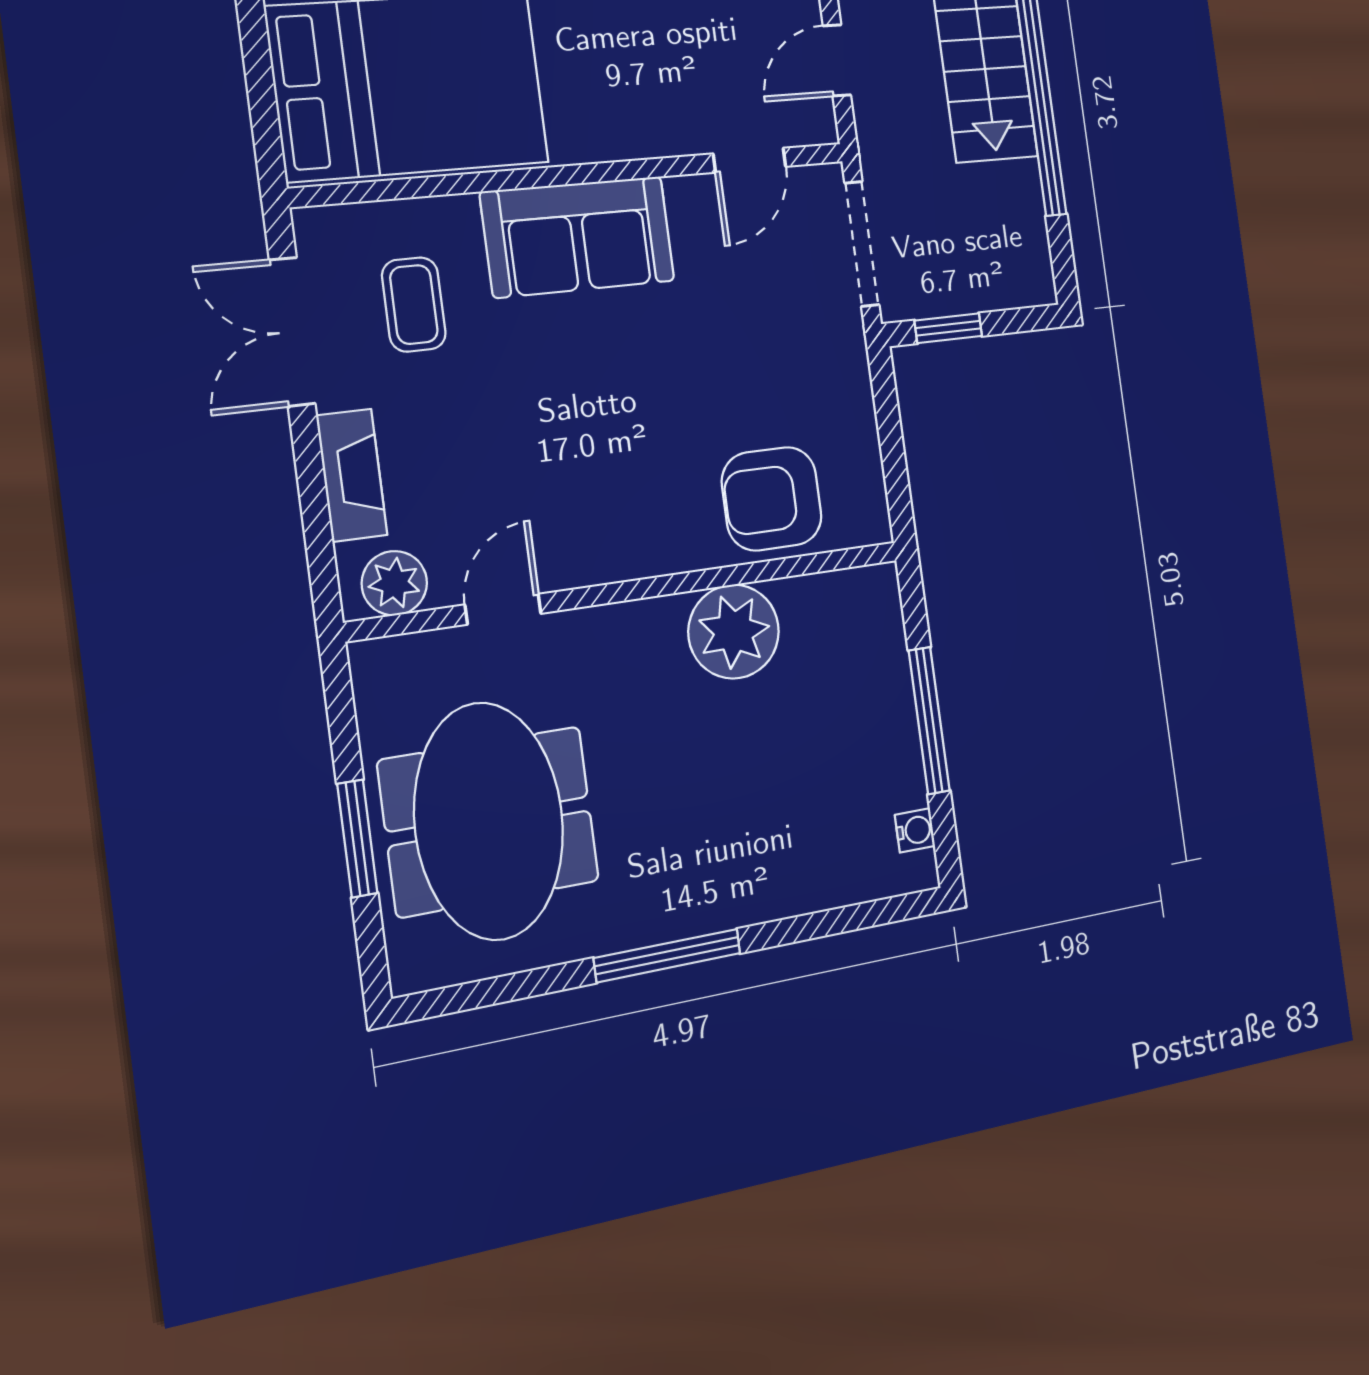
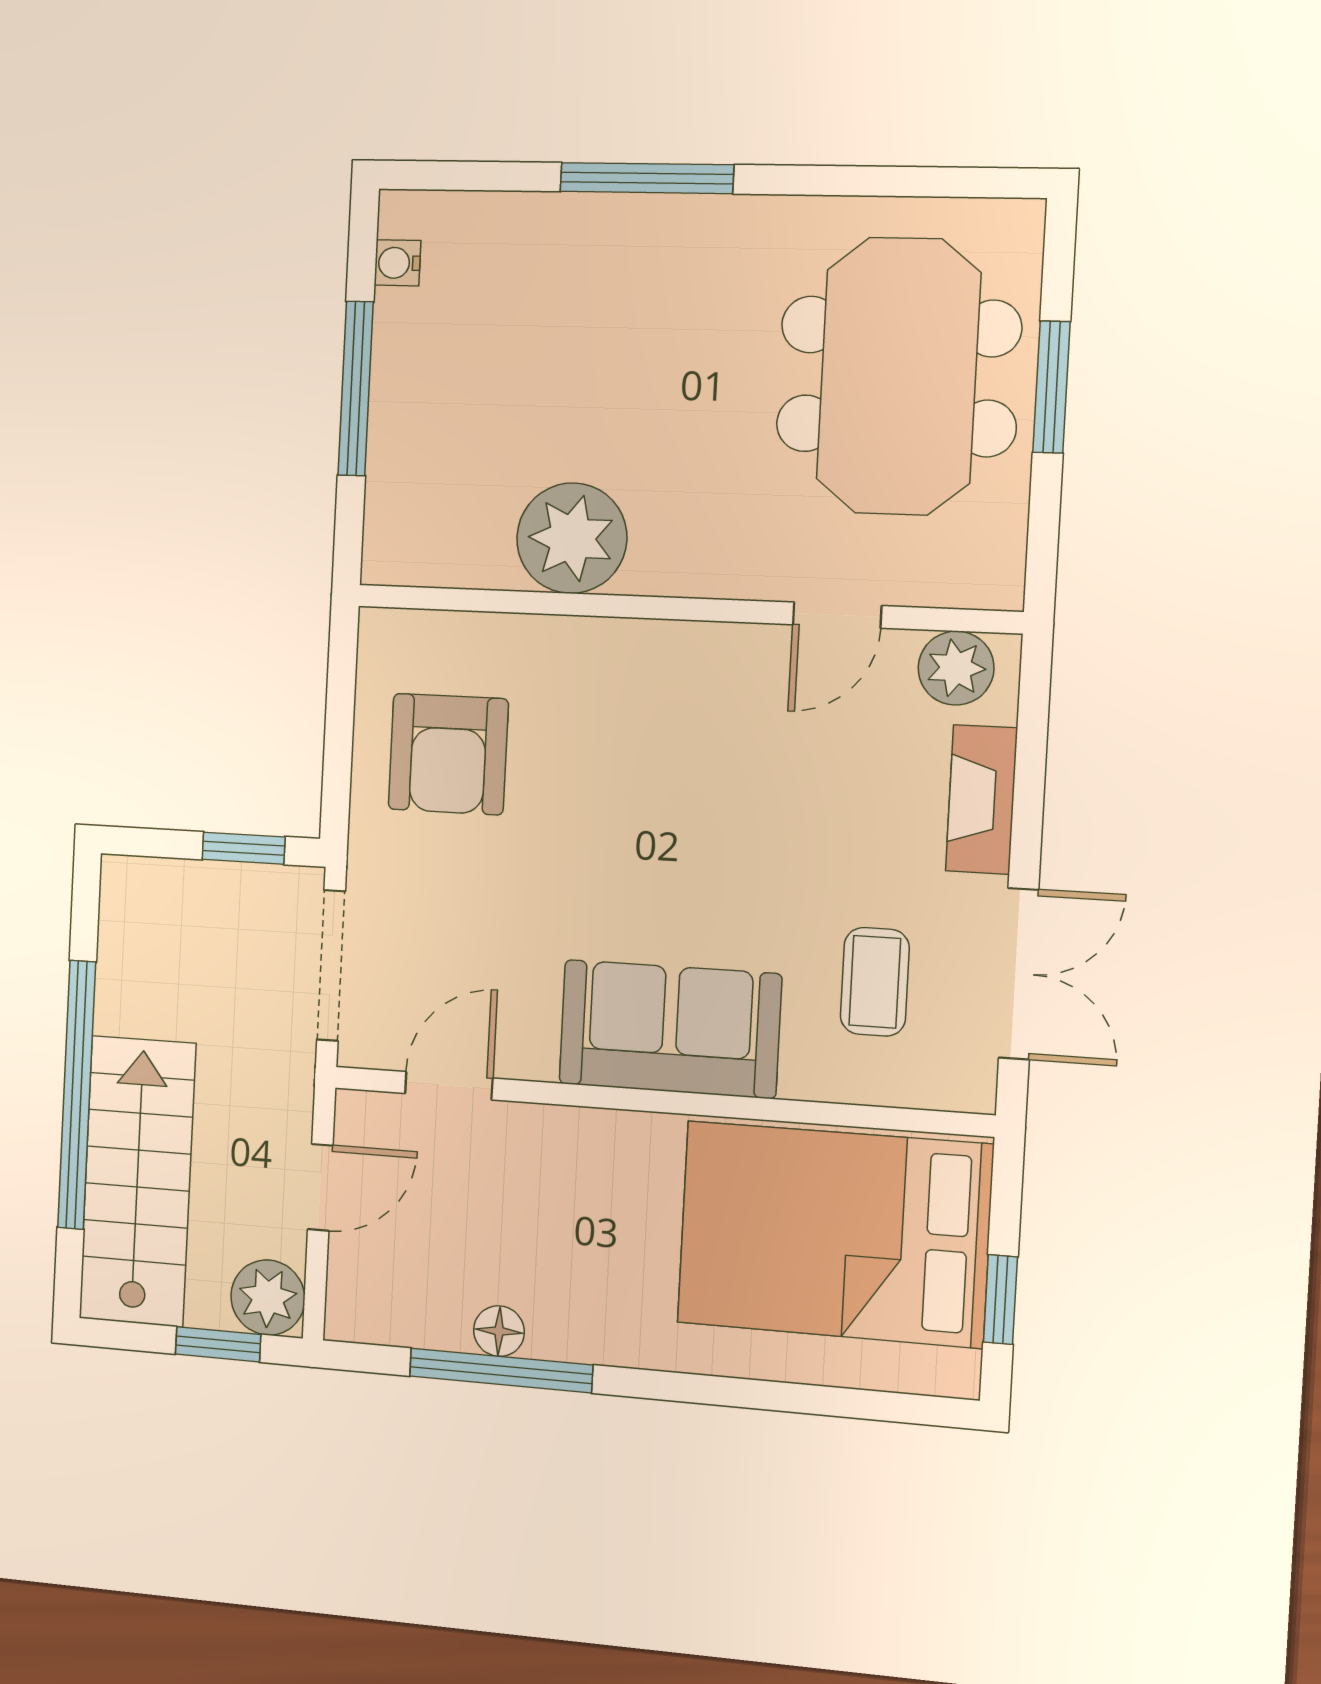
window: (256, 50) -> (1000, 1300), added
armchair: (772, 499) -> (448, 754), moved, turned 90
window: (667, 956) -> (647, 178), moved

